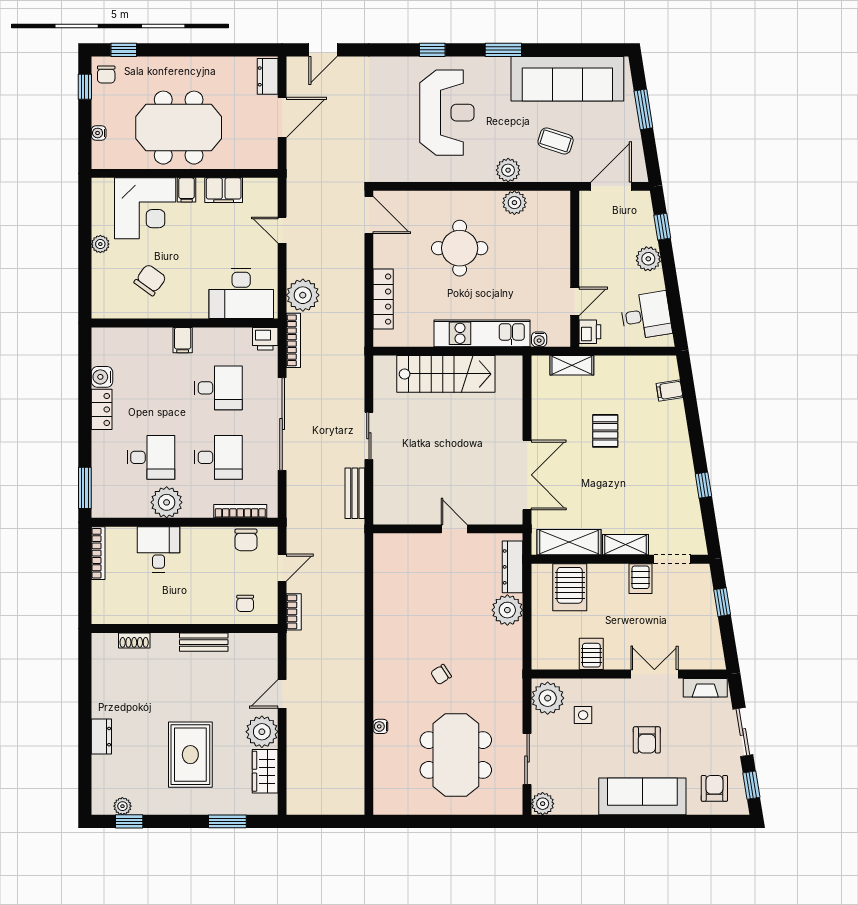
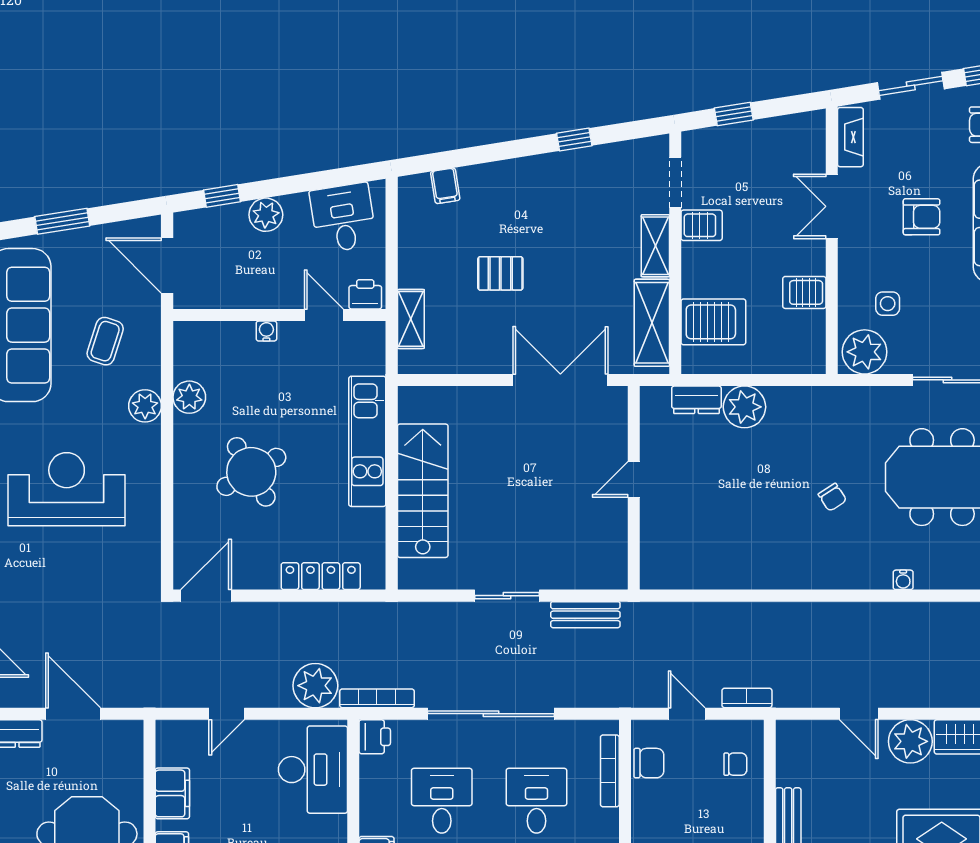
round table: (460, 248) -> (251, 472), turned -30
water cooler: (539, 339) -> (266, 331), moved, turned -90
dresser: (513, 567) -> (696, 400), width x0.70

